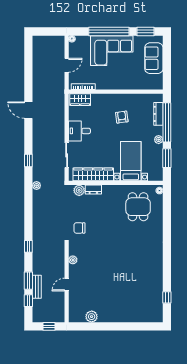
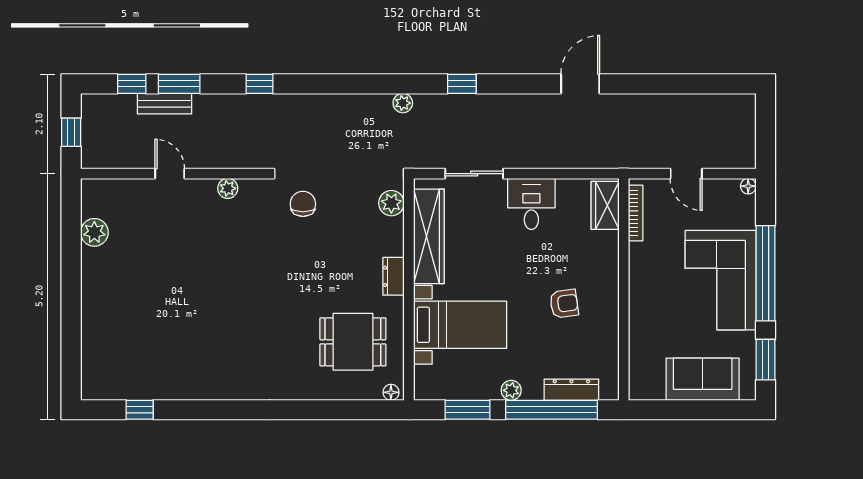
dresser: (93, 190) -> (393, 276), moved

